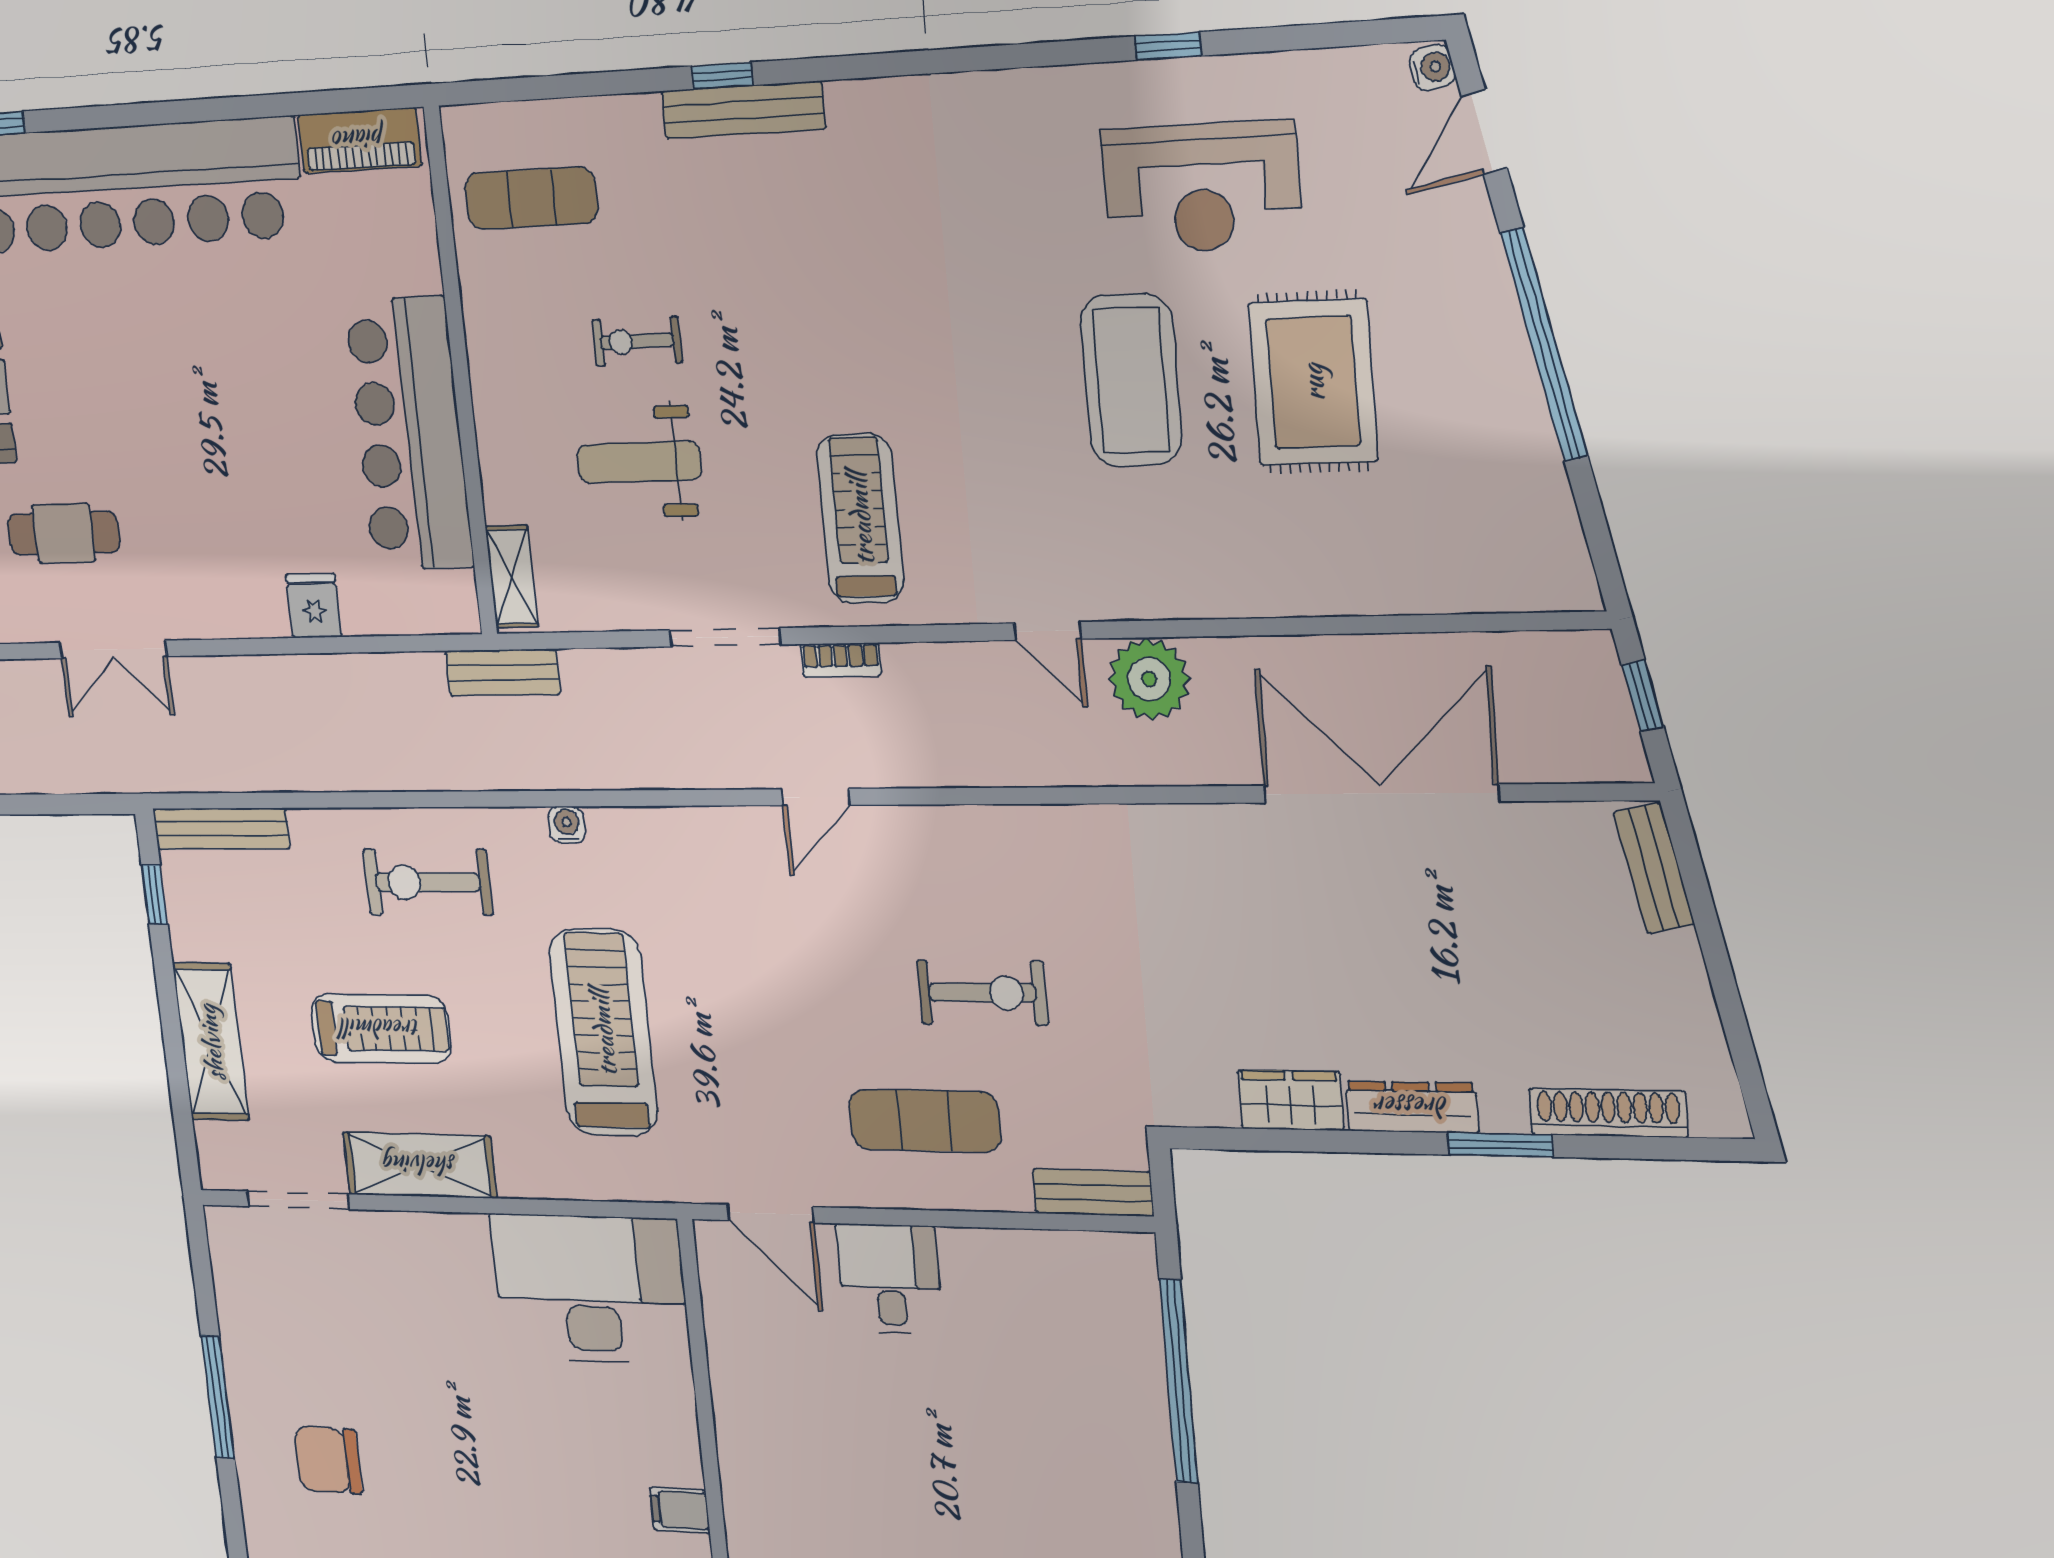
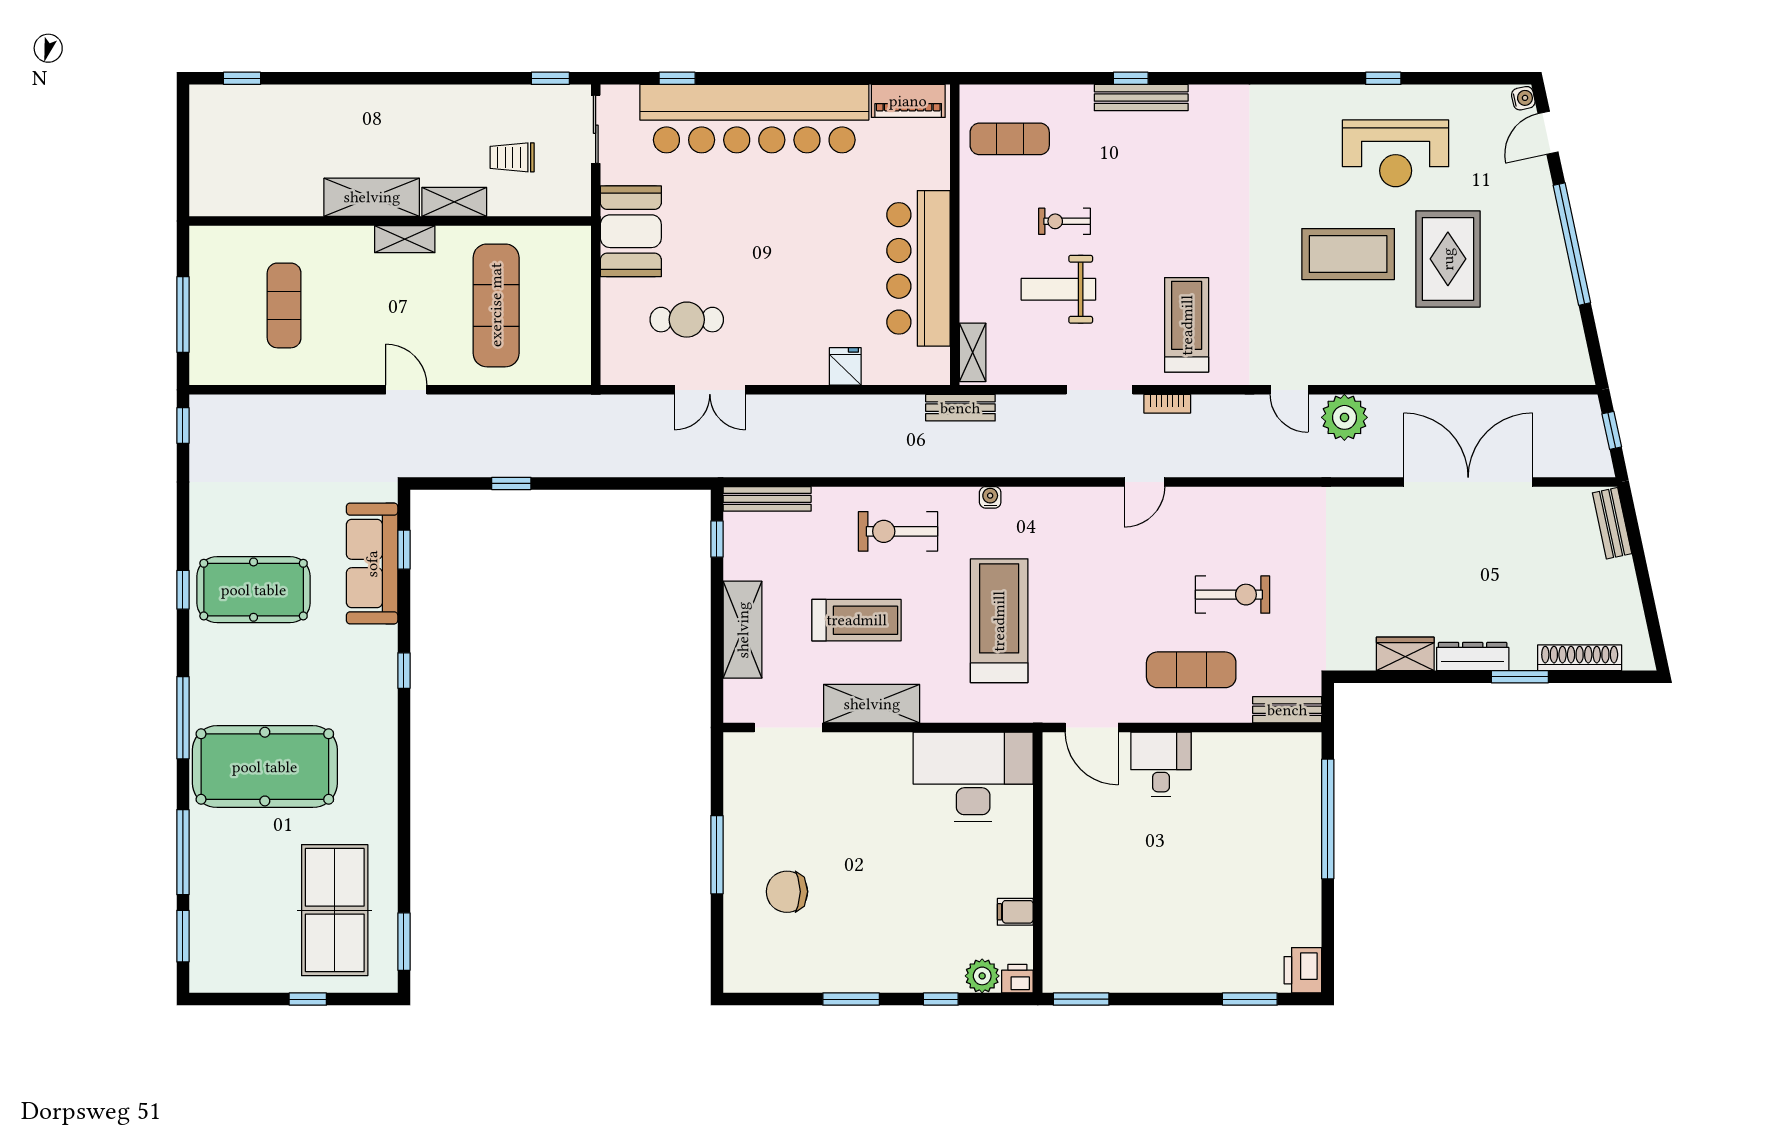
coffee table: (1131, 380) -> (1348, 254), turned 90

